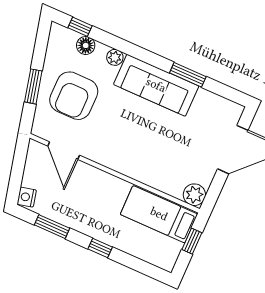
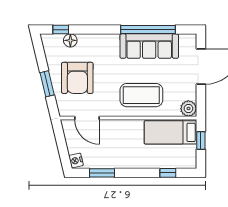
plant: (115, 57) -> (94, 40), removed
window: (188, 75) -> (148, 30), width x2.11
sofa: (156, 85) -> (149, 46), moved
coffee table: (143, 152) -> (141, 95), added
window: (100, 248) -> (168, 173), moved

